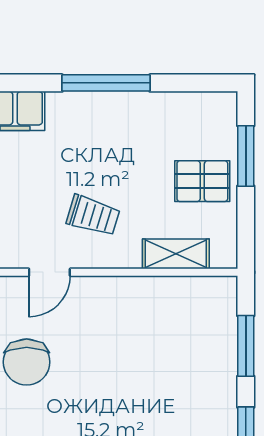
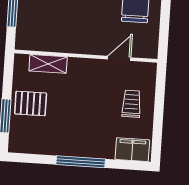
trolley: (93, 216) -> (132, 104), moved, turned 73

